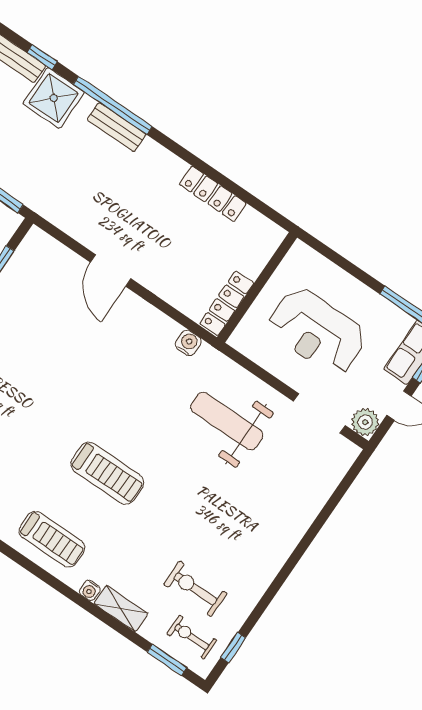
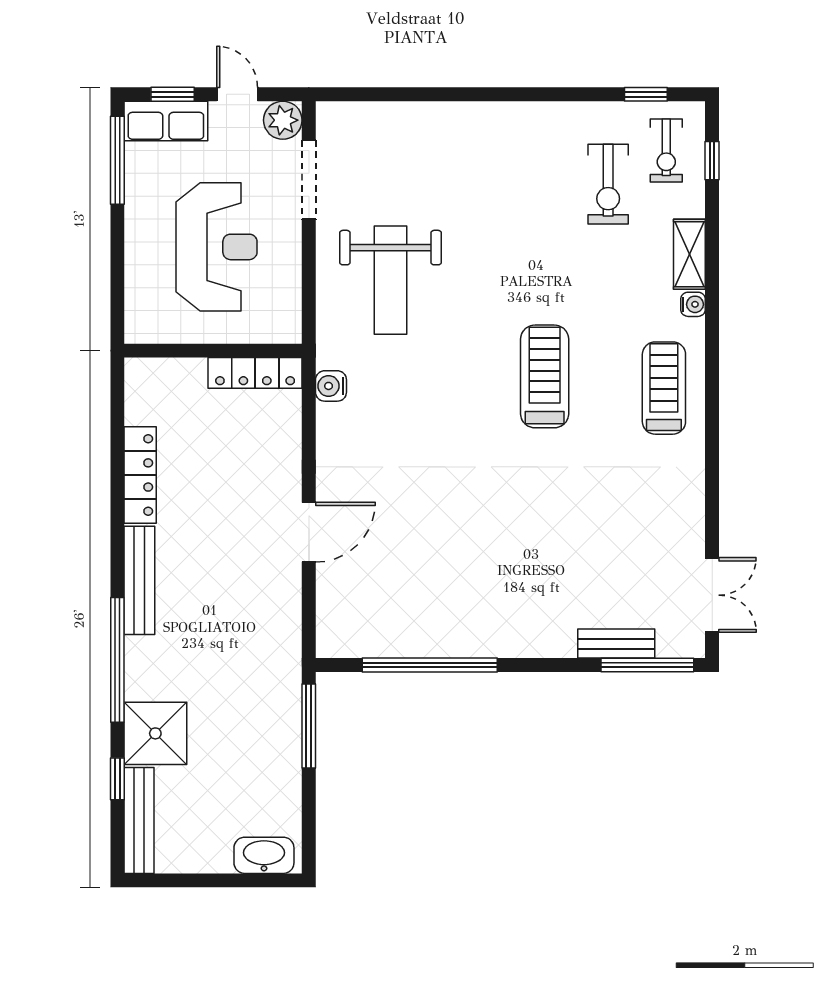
bench: (117, 127) -> (139, 580), moved, width x1.36
window: (167, 660) -> (712, 161), width x0.67

